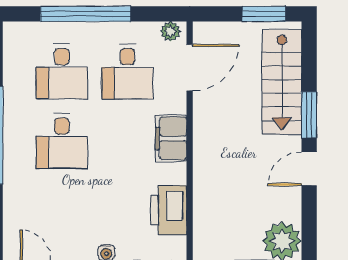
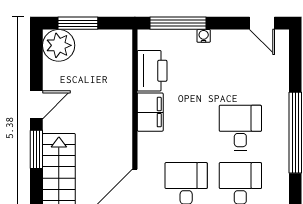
filing cabinet: (171, 138) -> (150, 112), moved

